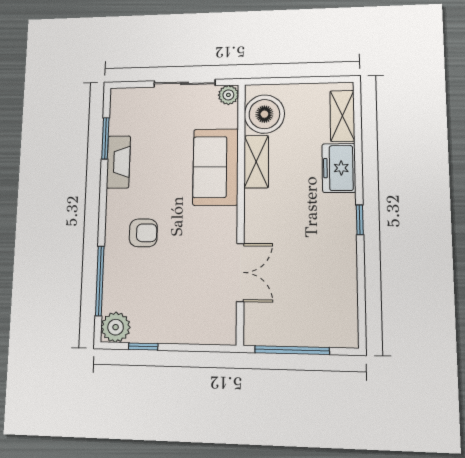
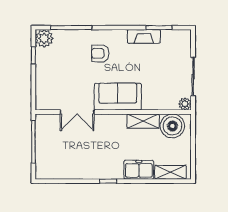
sofa: (216, 167) -> (118, 97), moved
armchair: (143, 233) -> (100, 53), turned 90

